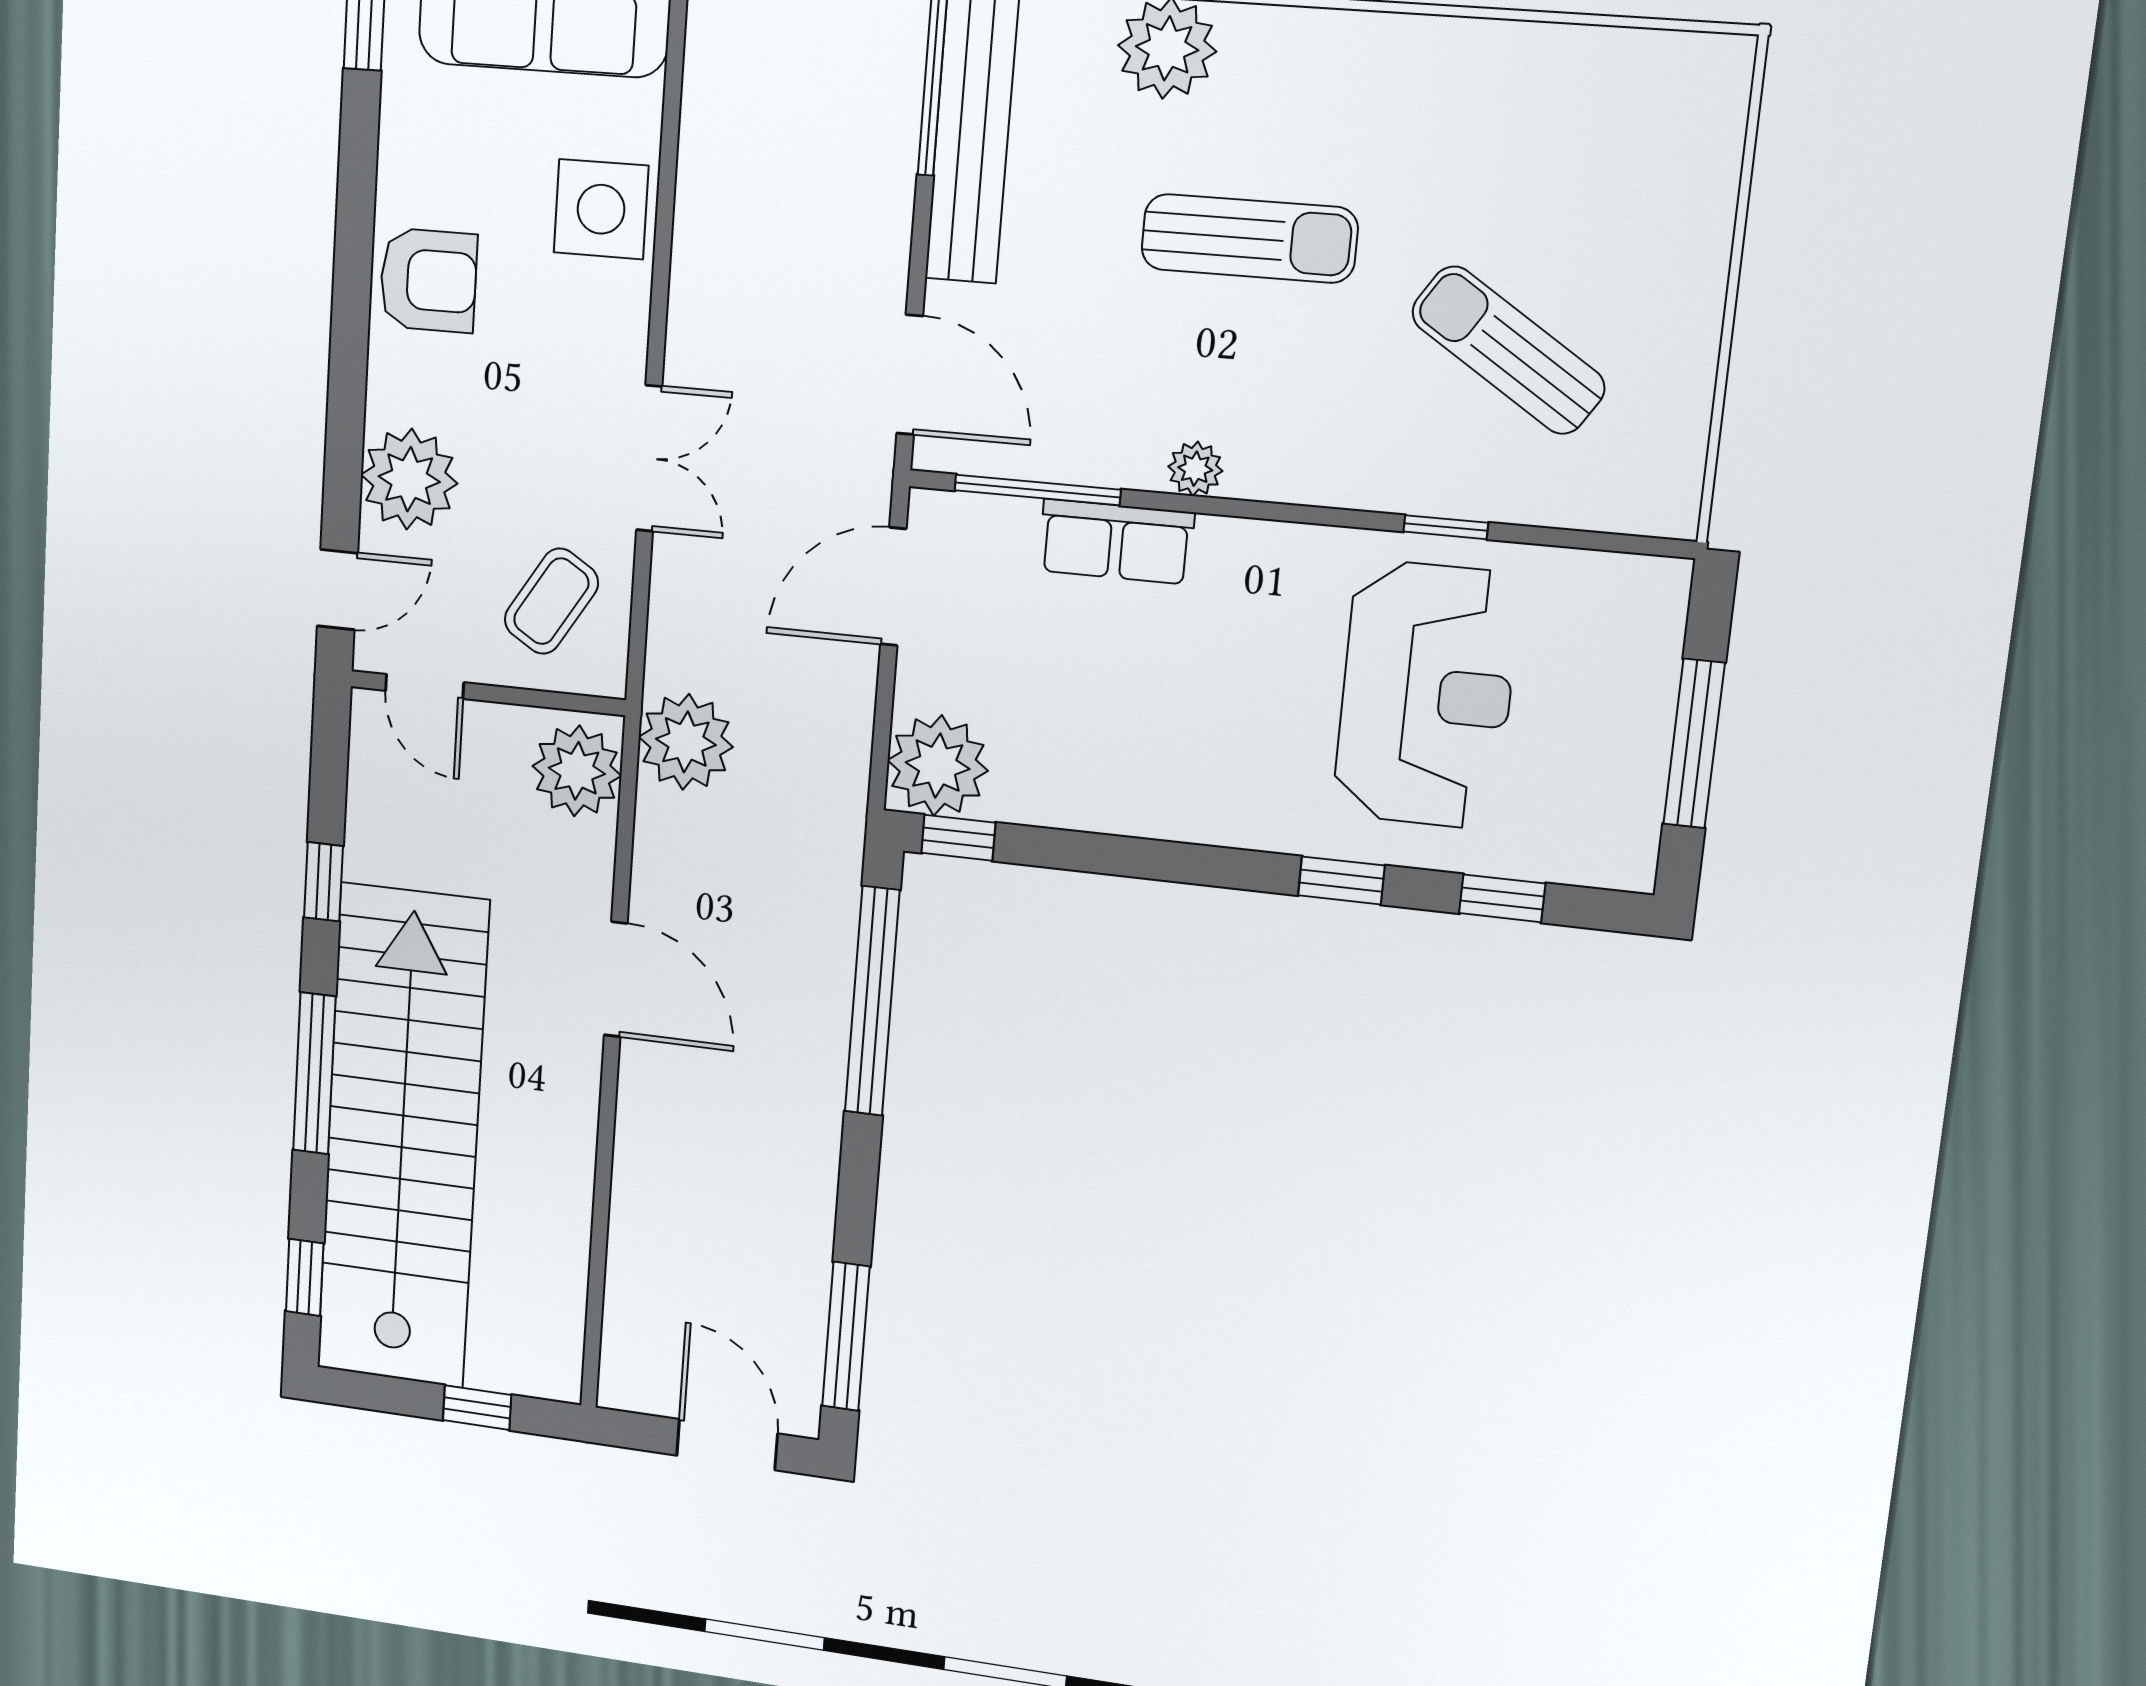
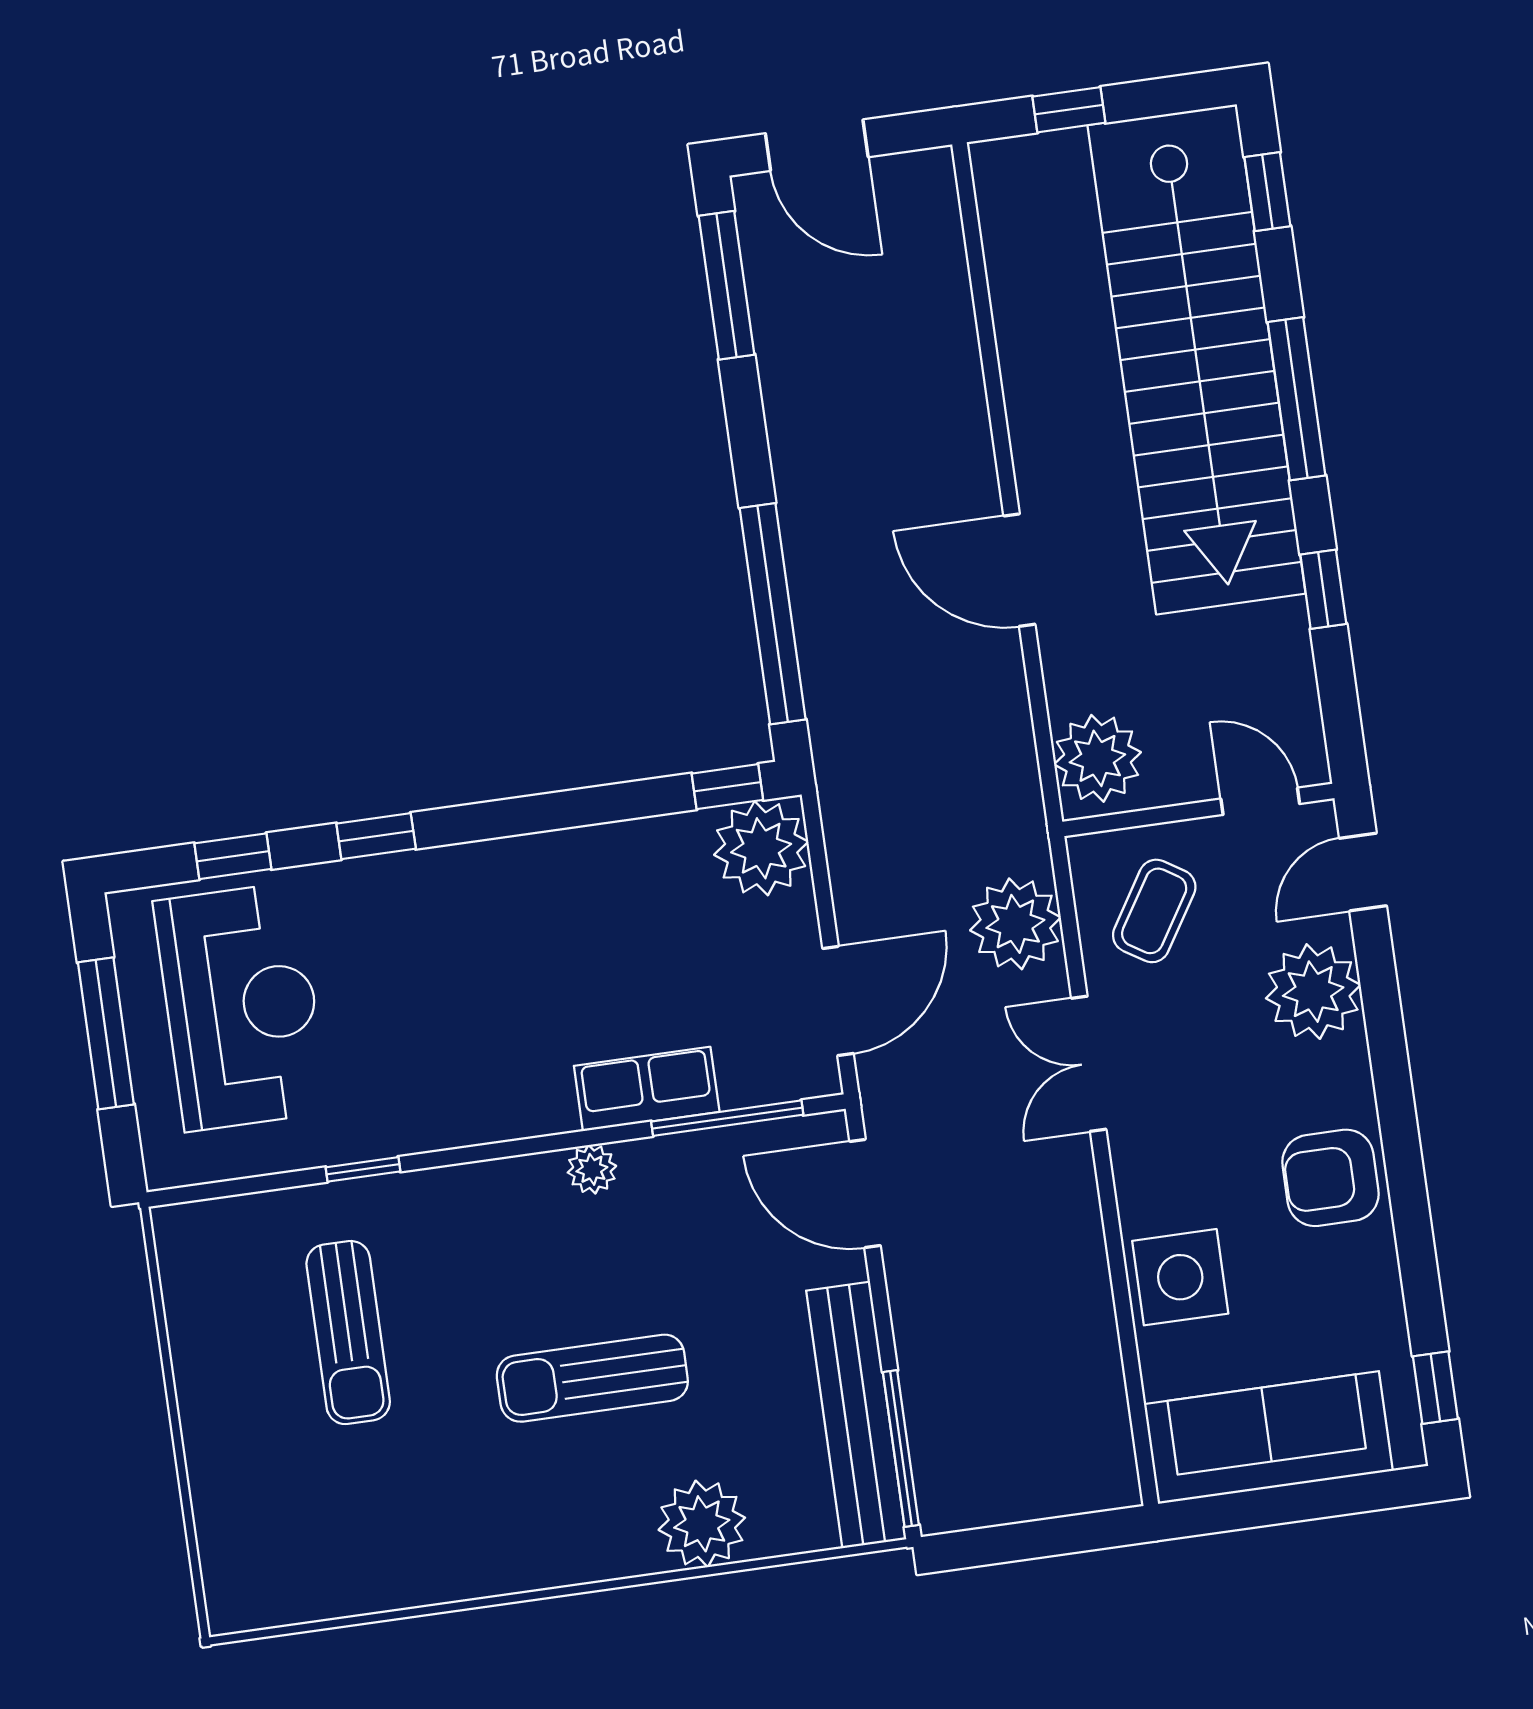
sun lounger: (1508, 350) -> (348, 1333), turned 57
reception desk: (1426, 695) -> (241, 1007), moved, turned 180
plant: (686, 742) -> (1015, 924), moved

